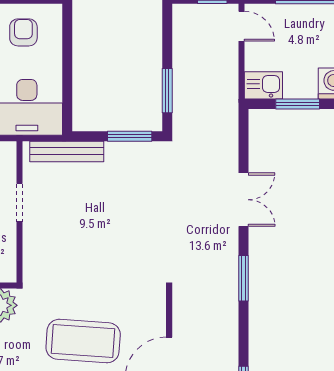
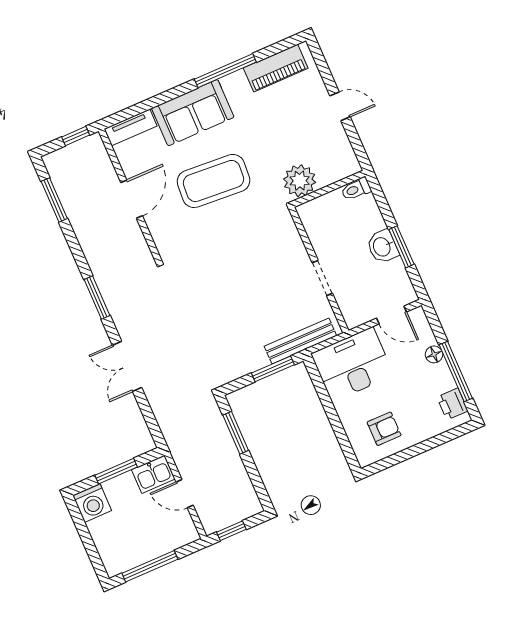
door: (242, 26) -> (185, 494), moved
armchair: (23, 32) -> (384, 429), turned -90
window: (130, 136) -> (273, 369), moved

